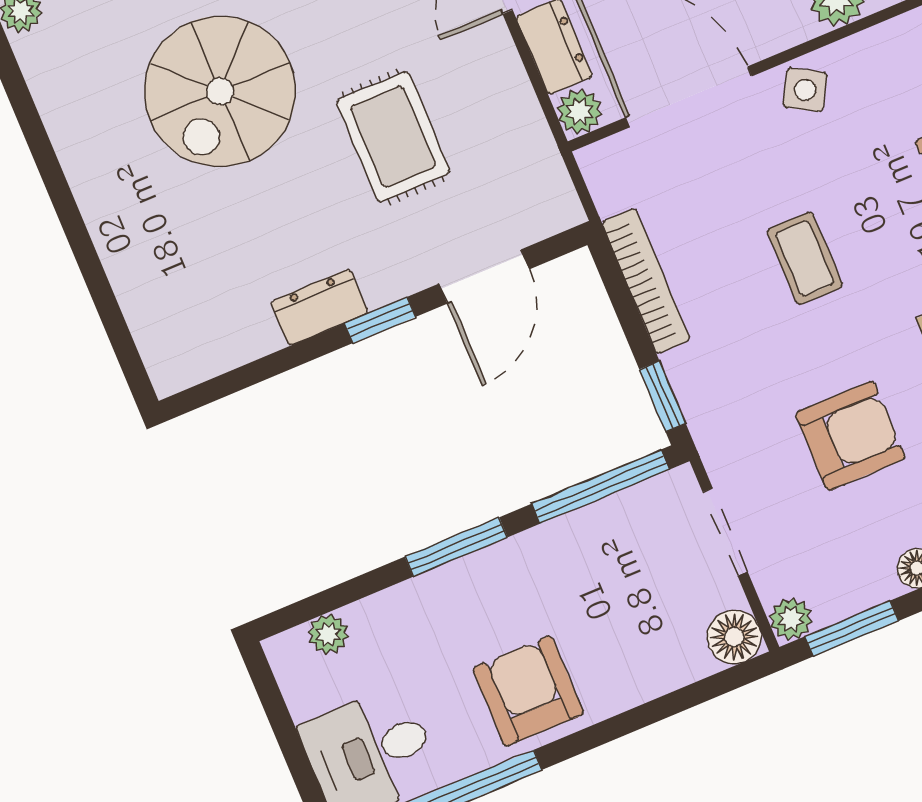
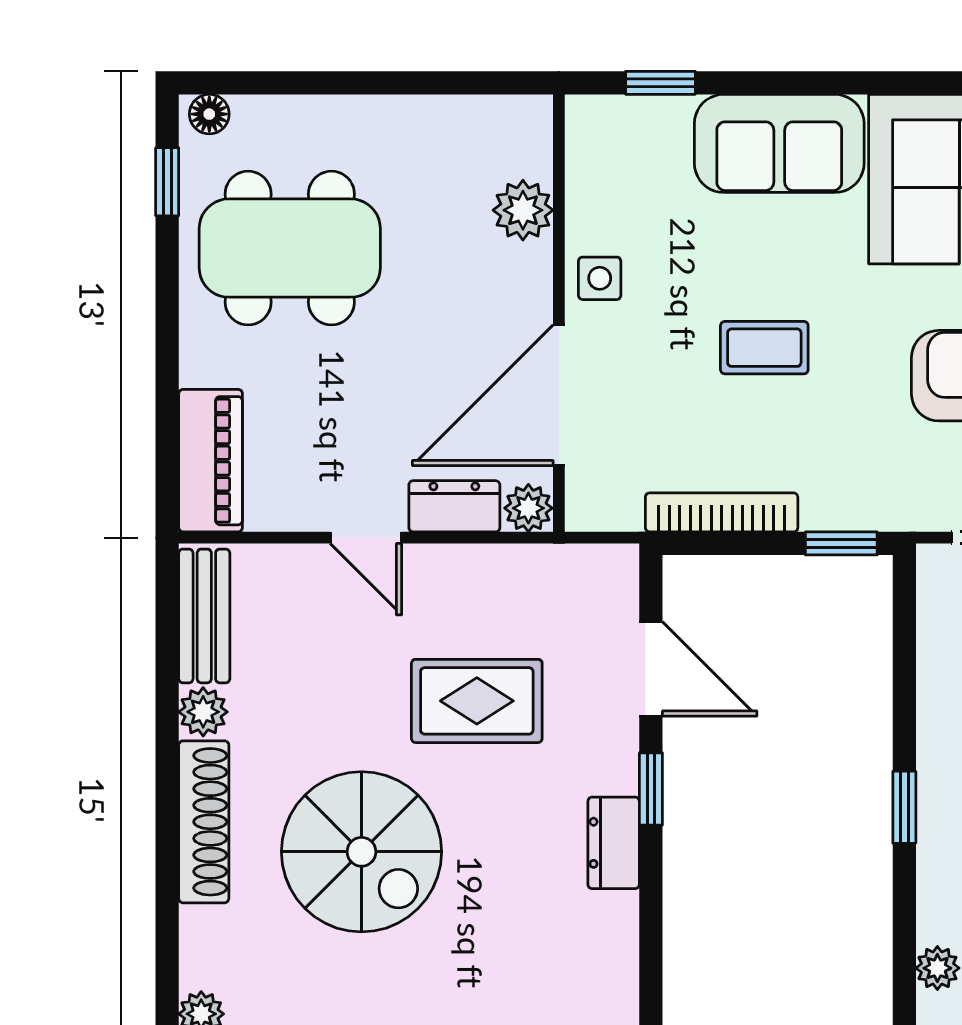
side table: (805, 90) -> (600, 278), turned -30
window: (601, 487) -> (904, 641), removed
window: (456, 547) -> (904, 807), width x0.67

